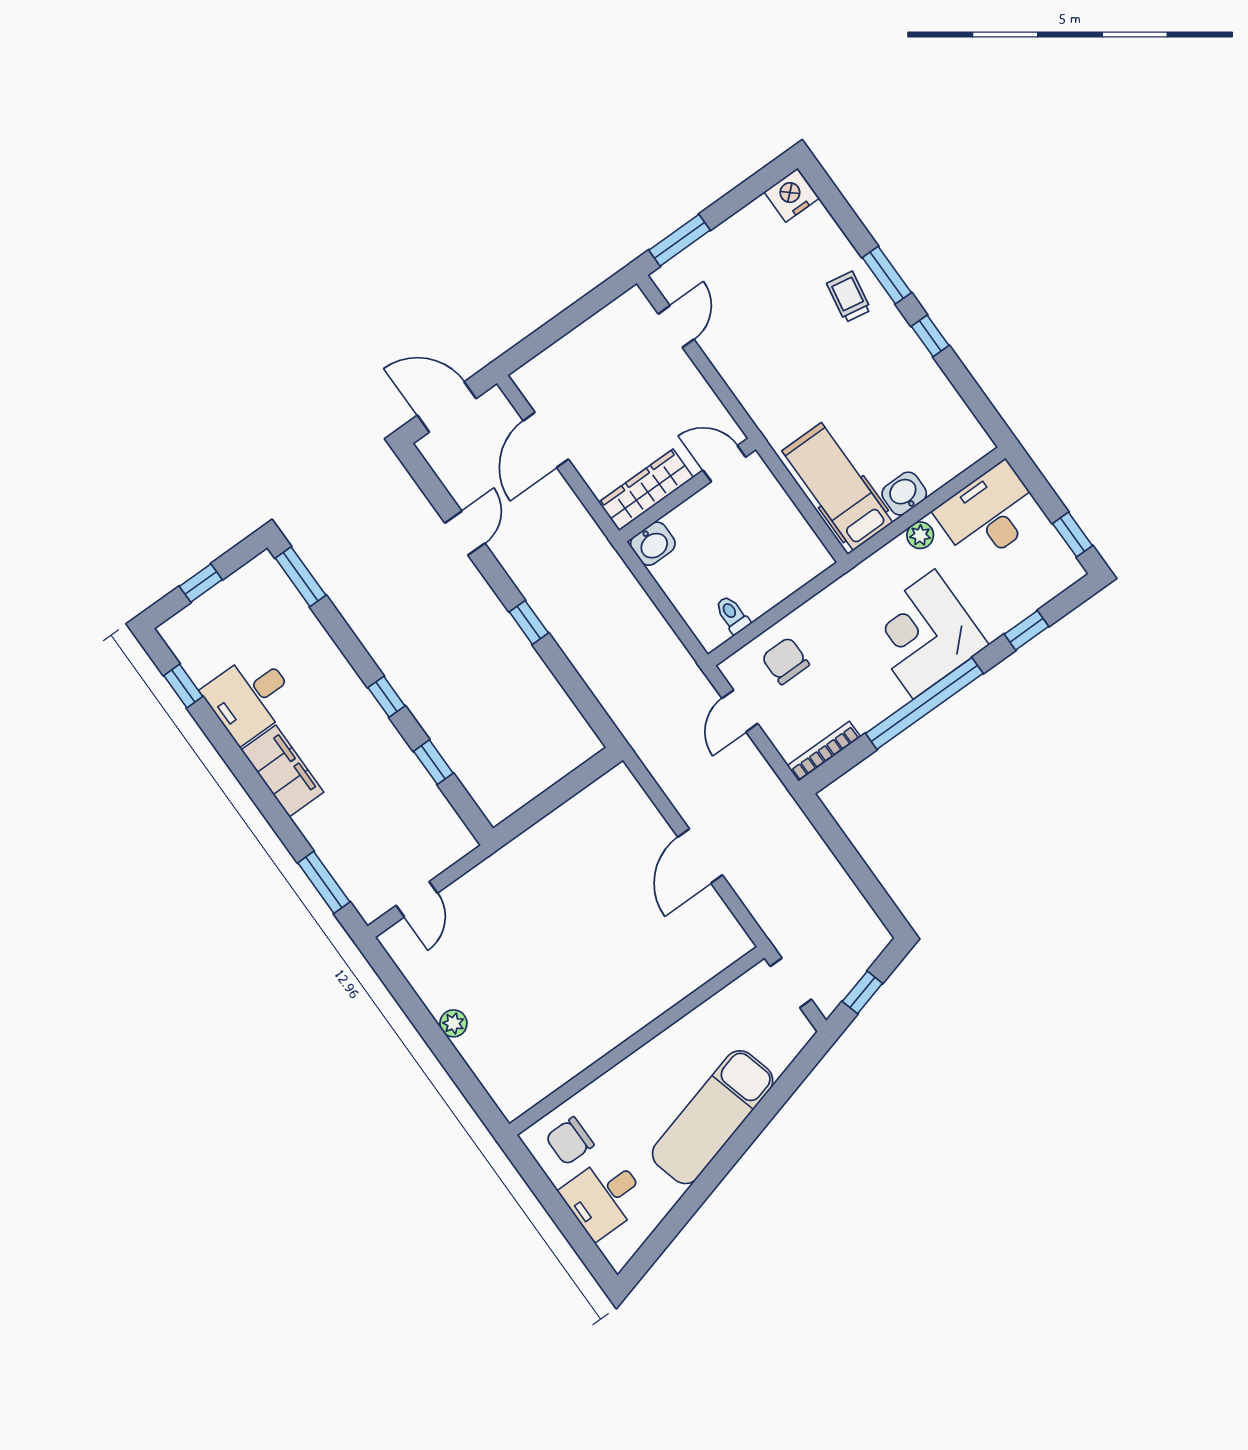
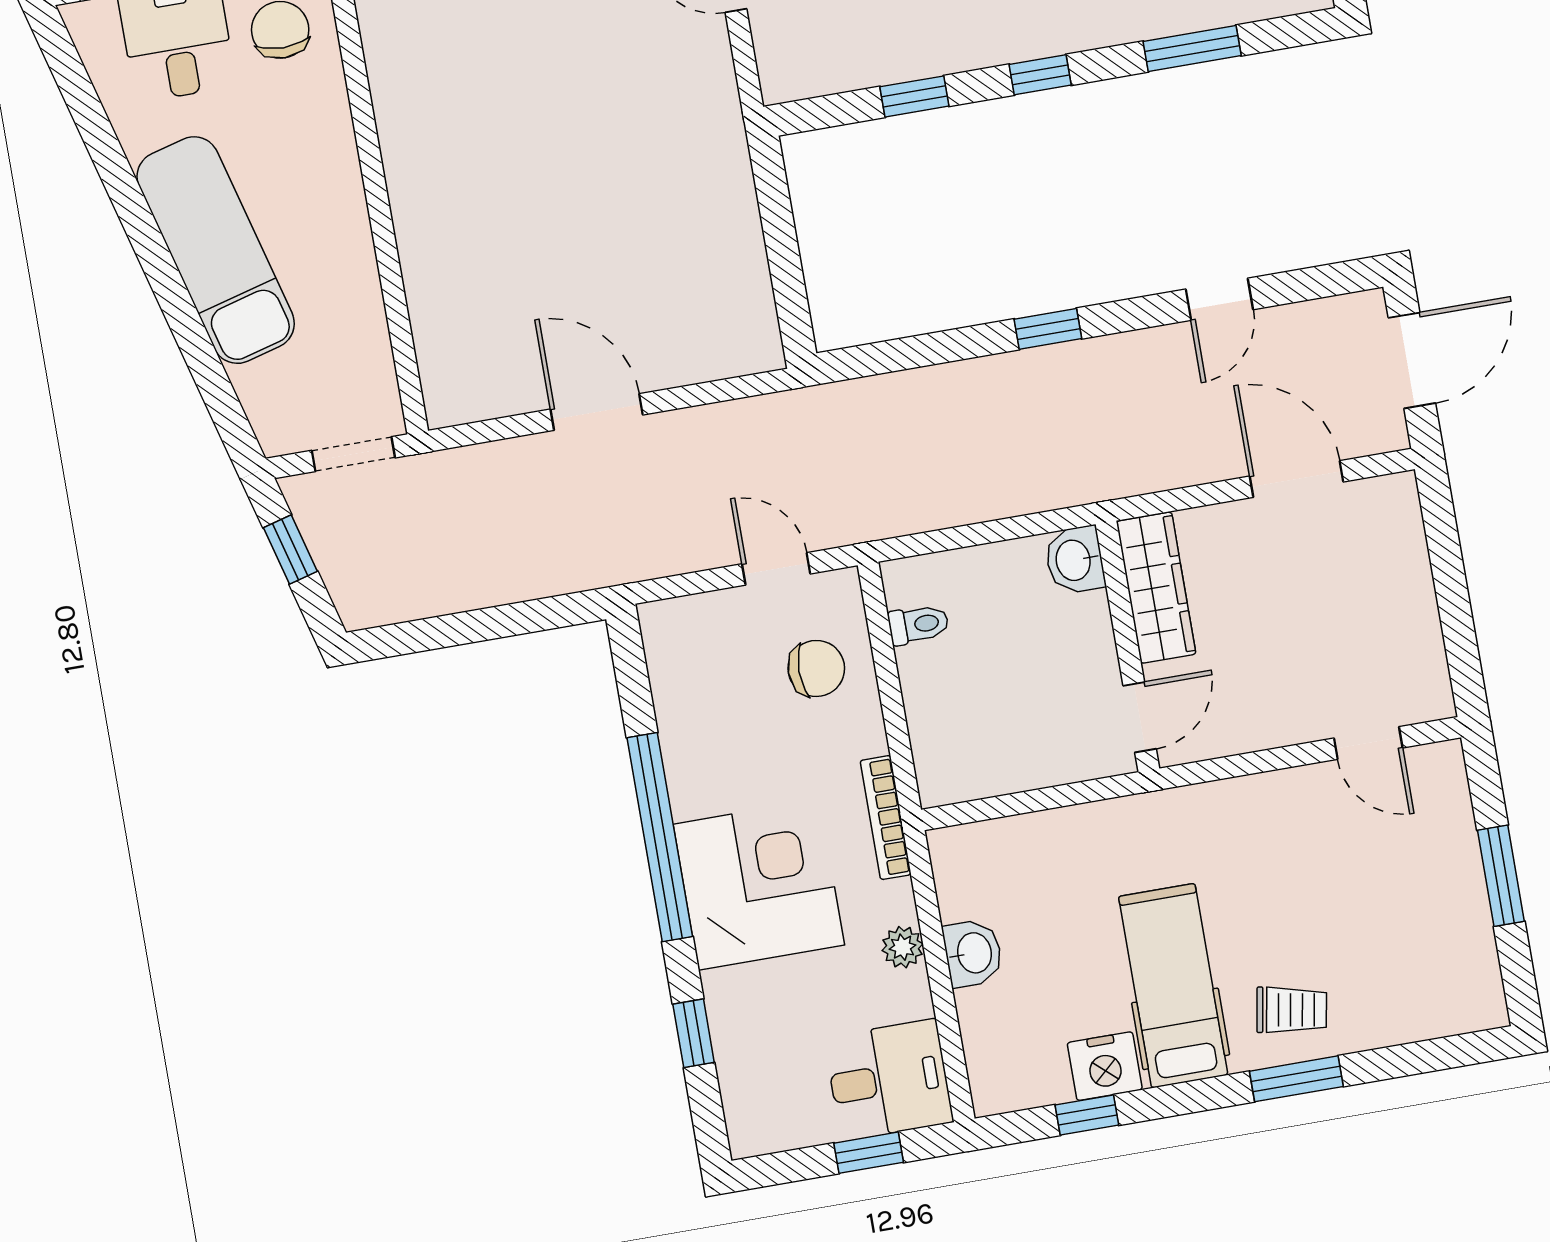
nightstand: (792, 195) -> (1105, 1066), moved, turned 90
window: (680, 240) -> (1501, 876), moved
window: (930, 336) -> (1087, 1115), moved
hospital bed: (837, 487) -> (1173, 986), moved, turned -90
desk: (989, 514) -> (889, 1080), width x0.73
door: (465, 533) -> (1219, 299), hinge flipped
window: (1072, 535) -> (869, 1153), moved
window: (301, 577) -> (1192, 48), moved
bookcase: (824, 751) -> (886, 818), moved, turned 180

